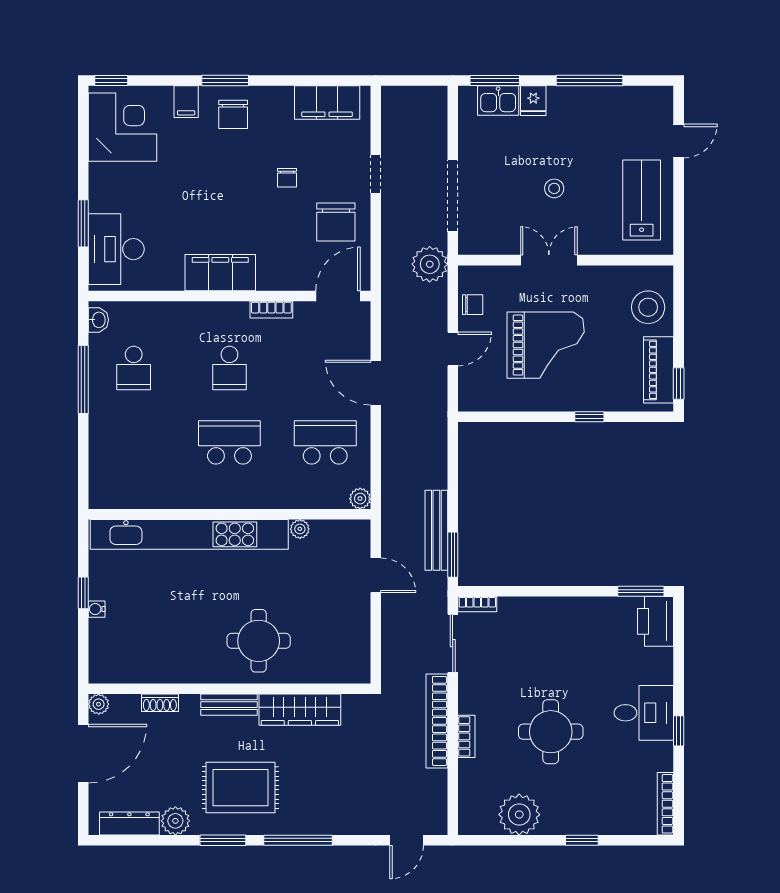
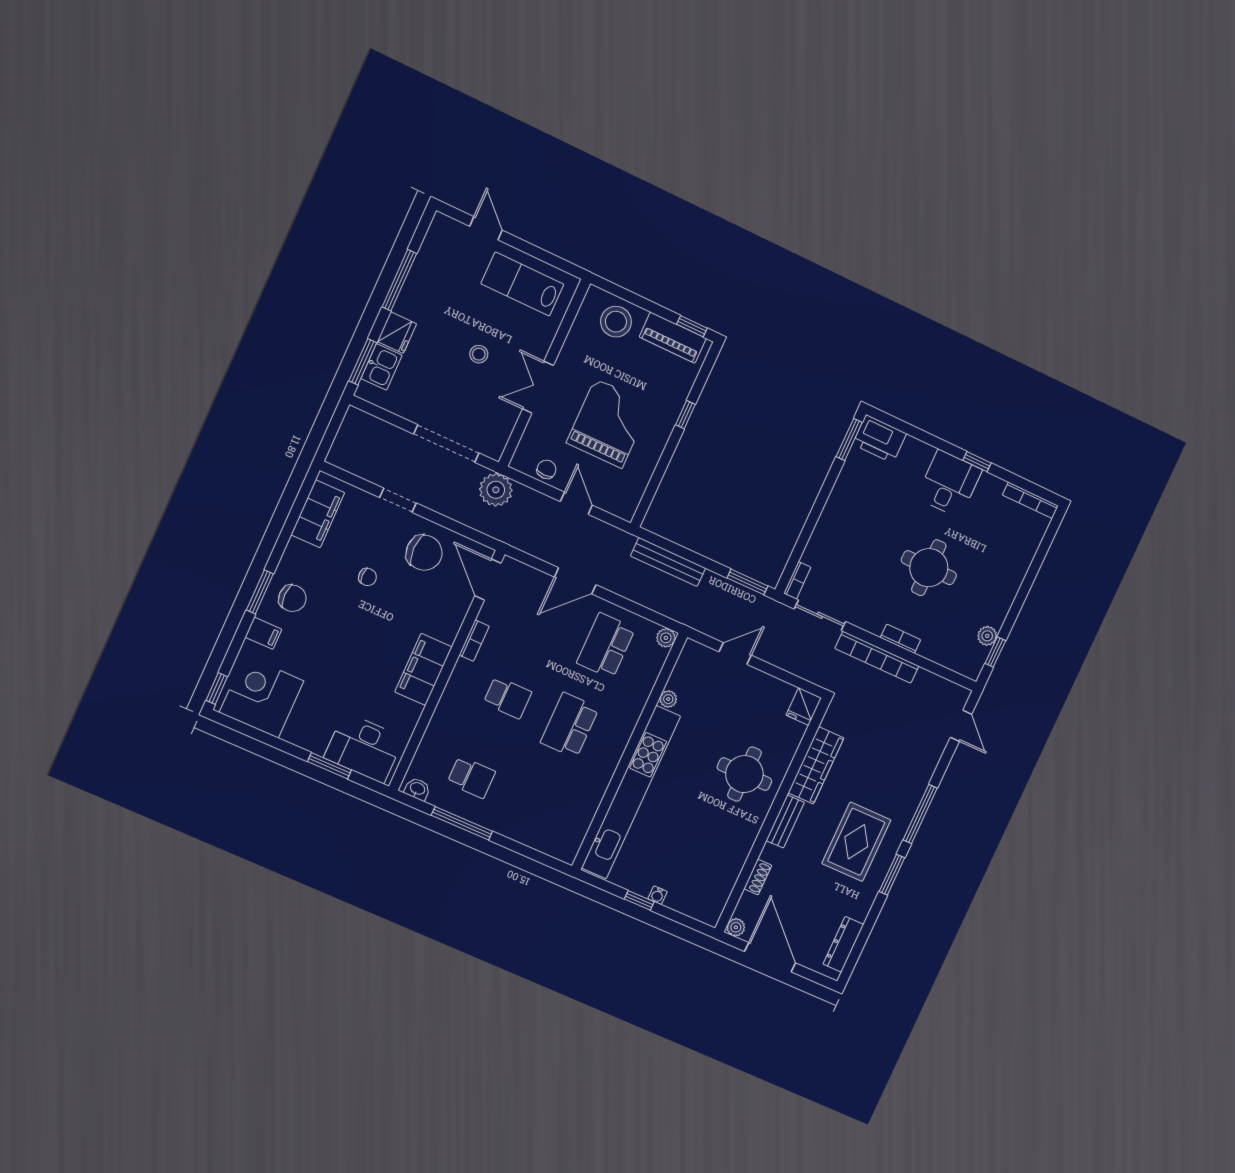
fridge: (533, 101) -> (397, 333), width x1.38
bench: (436, 530) -> (668, 562), moved
fridge: (354, 669) -> (804, 707), added
plant: (519, 815) -> (987, 636), width x0.53, depth x0.53
plant: (175, 821) -> (859, 906), removed
window: (582, 840) -> (995, 652), moved

